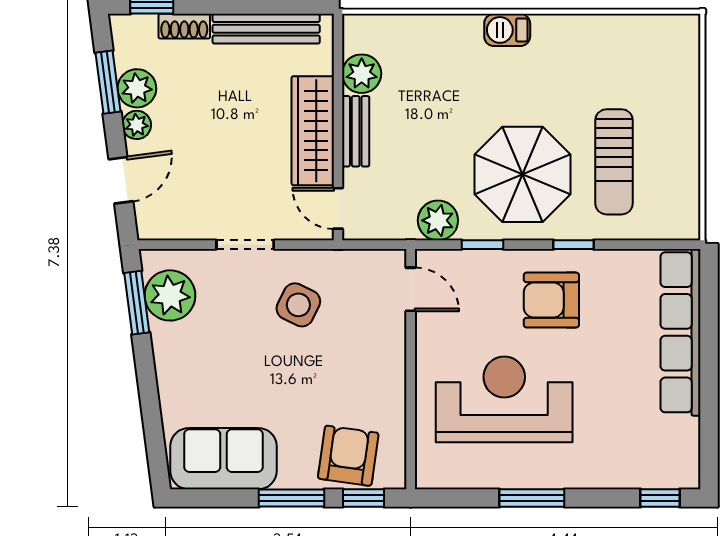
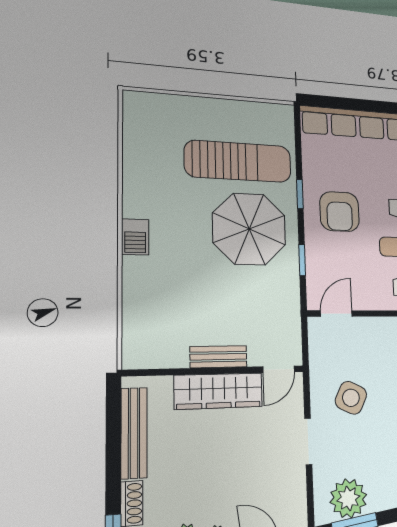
plant: (362, 74) -> (172, 353), removed
sun lounger: (614, 162) -> (238, 161), width x1.36, depth x1.34
plant: (438, 220) -> (285, 293), removed

